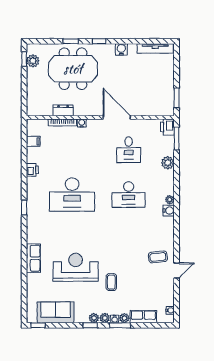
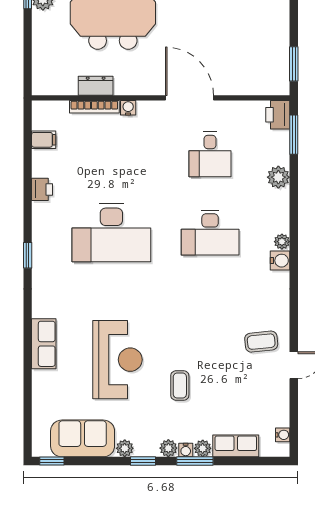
reception desk: (76, 267) -> (117, 360), turned 90
plant: (94, 318) -> (125, 448), moved

